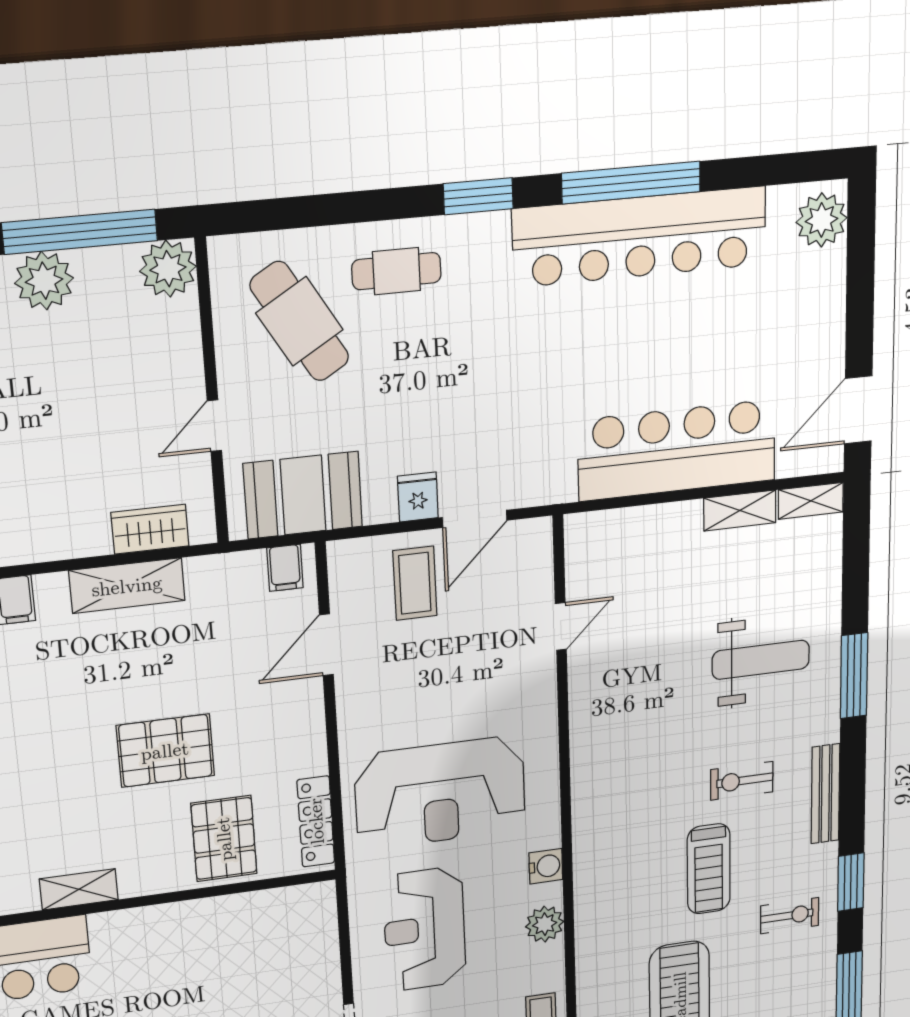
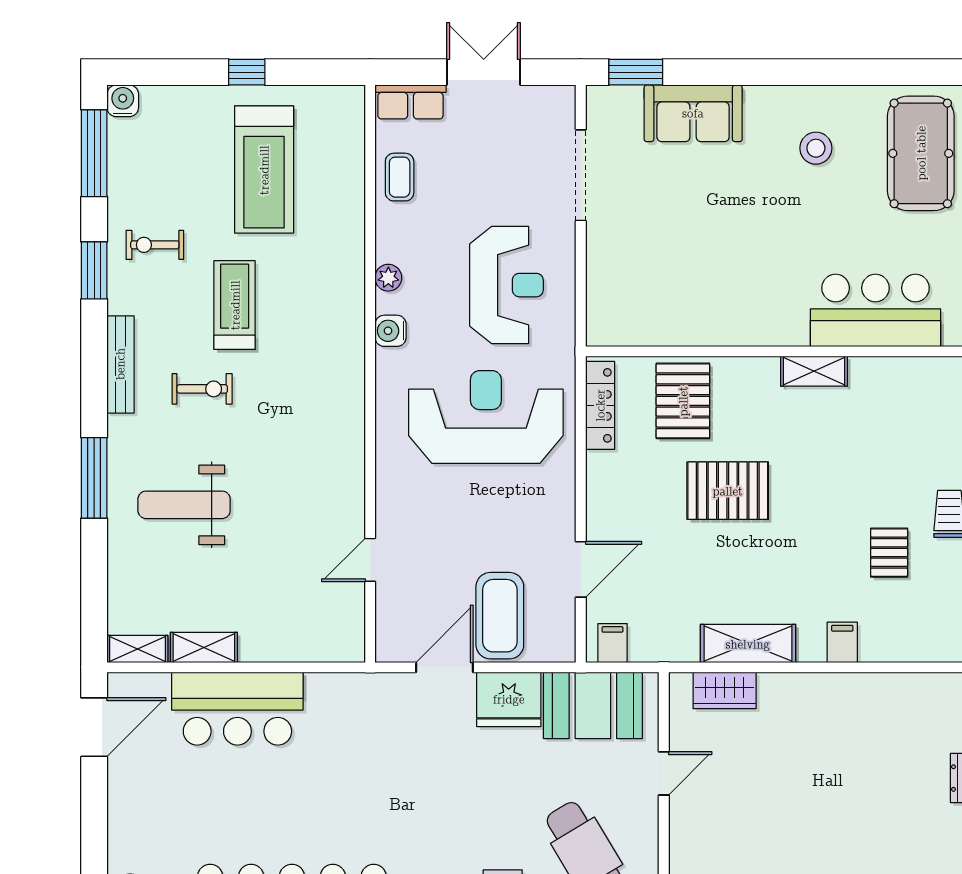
bar counter: (677, 450) -> (237, 709), width x0.73
fridge: (418, 497) -> (509, 699), width x1.88, depth x1.34
coffee table: (415, 583) -> (500, 616), width x1.36, depth x1.32
plant: (545, 924) -> (388, 278), width x0.73, depth x0.73

